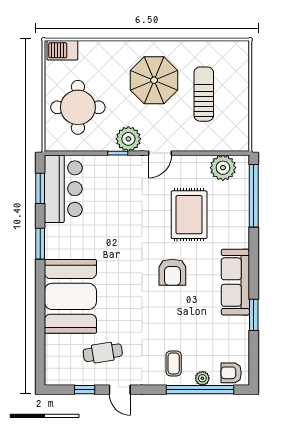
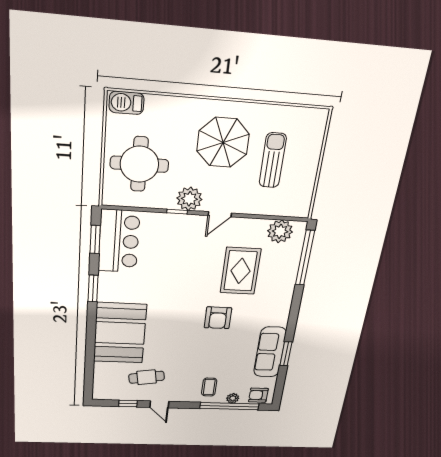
sofa: (235, 282) -> (270, 352), moved

